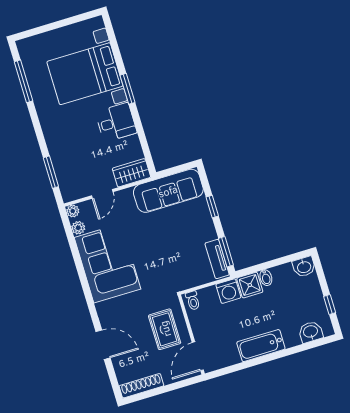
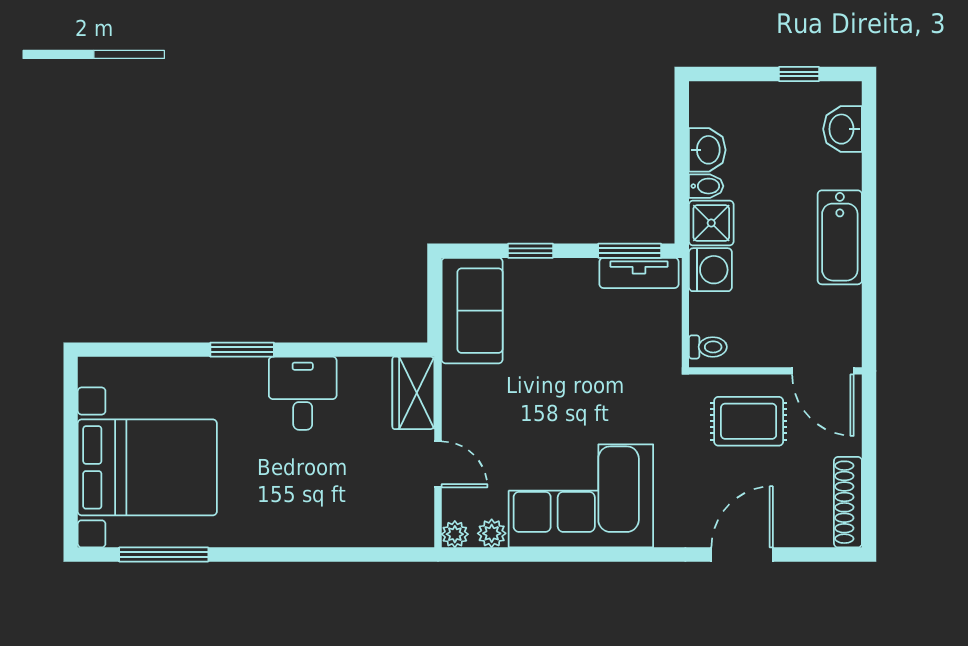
bed with nightstands: (85, 74) -> (147, 467), moved, turned -90
window: (51, 172) -> (363, 555), removed
sofa: (168, 191) -> (472, 311), width x0.73
washbasin: (304, 267) -> (707, 150), moved

